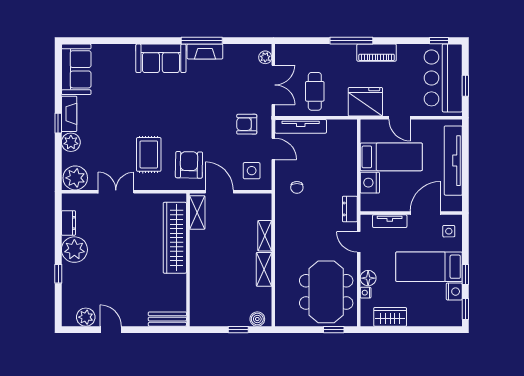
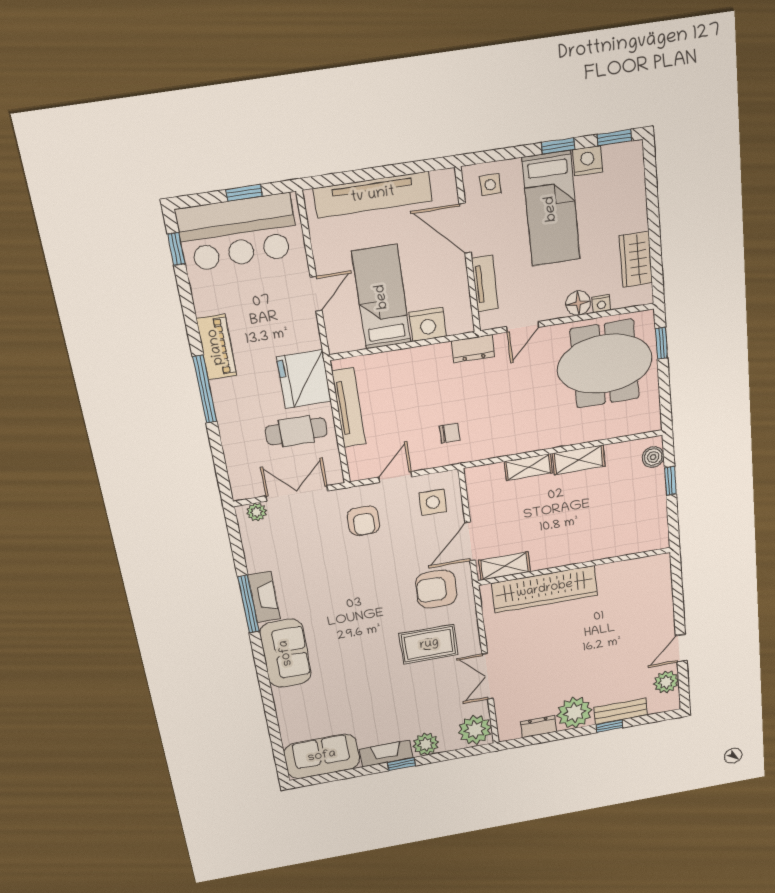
fridge: (365, 102) -> (304, 379), moved
tv unit: (301, 126) -> (349, 407), moved
bench: (167, 319) -> (621, 711), moved, turned 90

